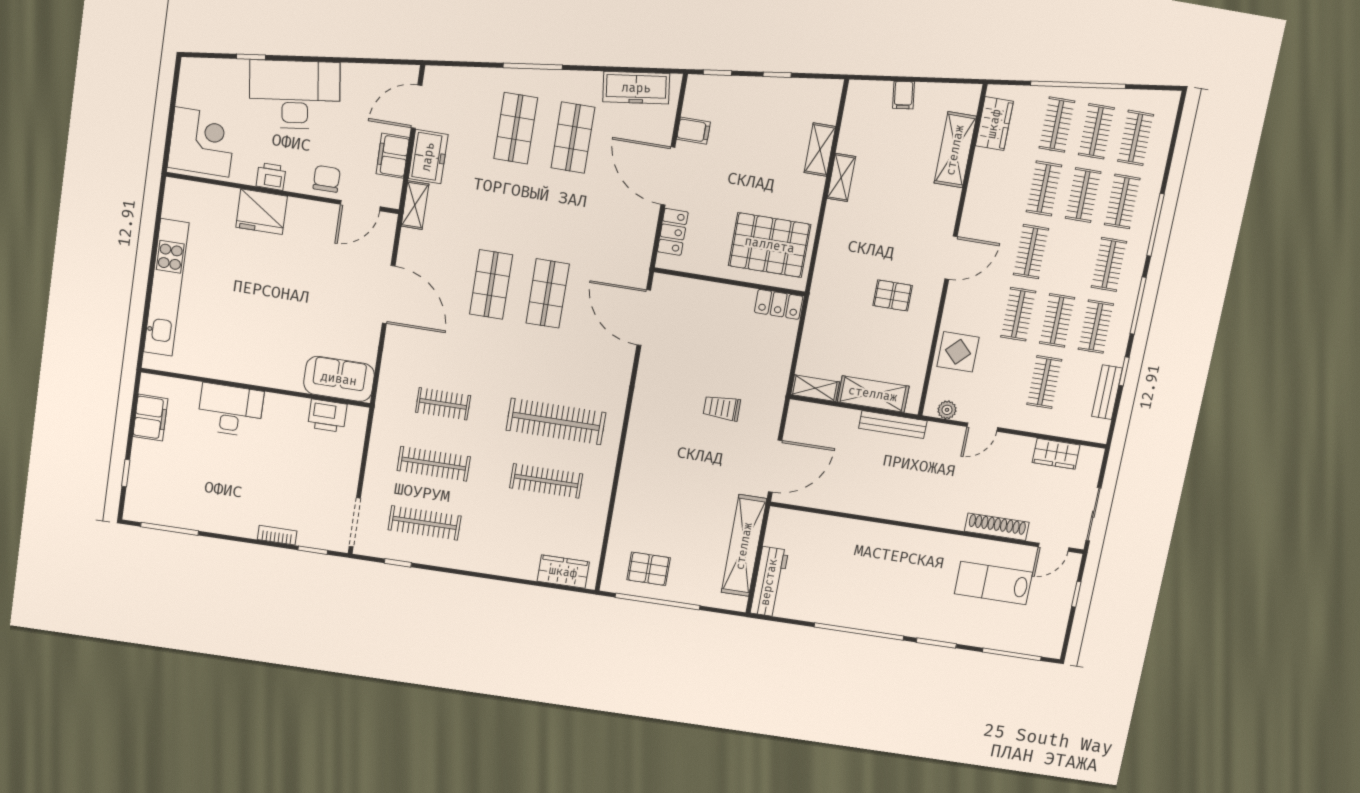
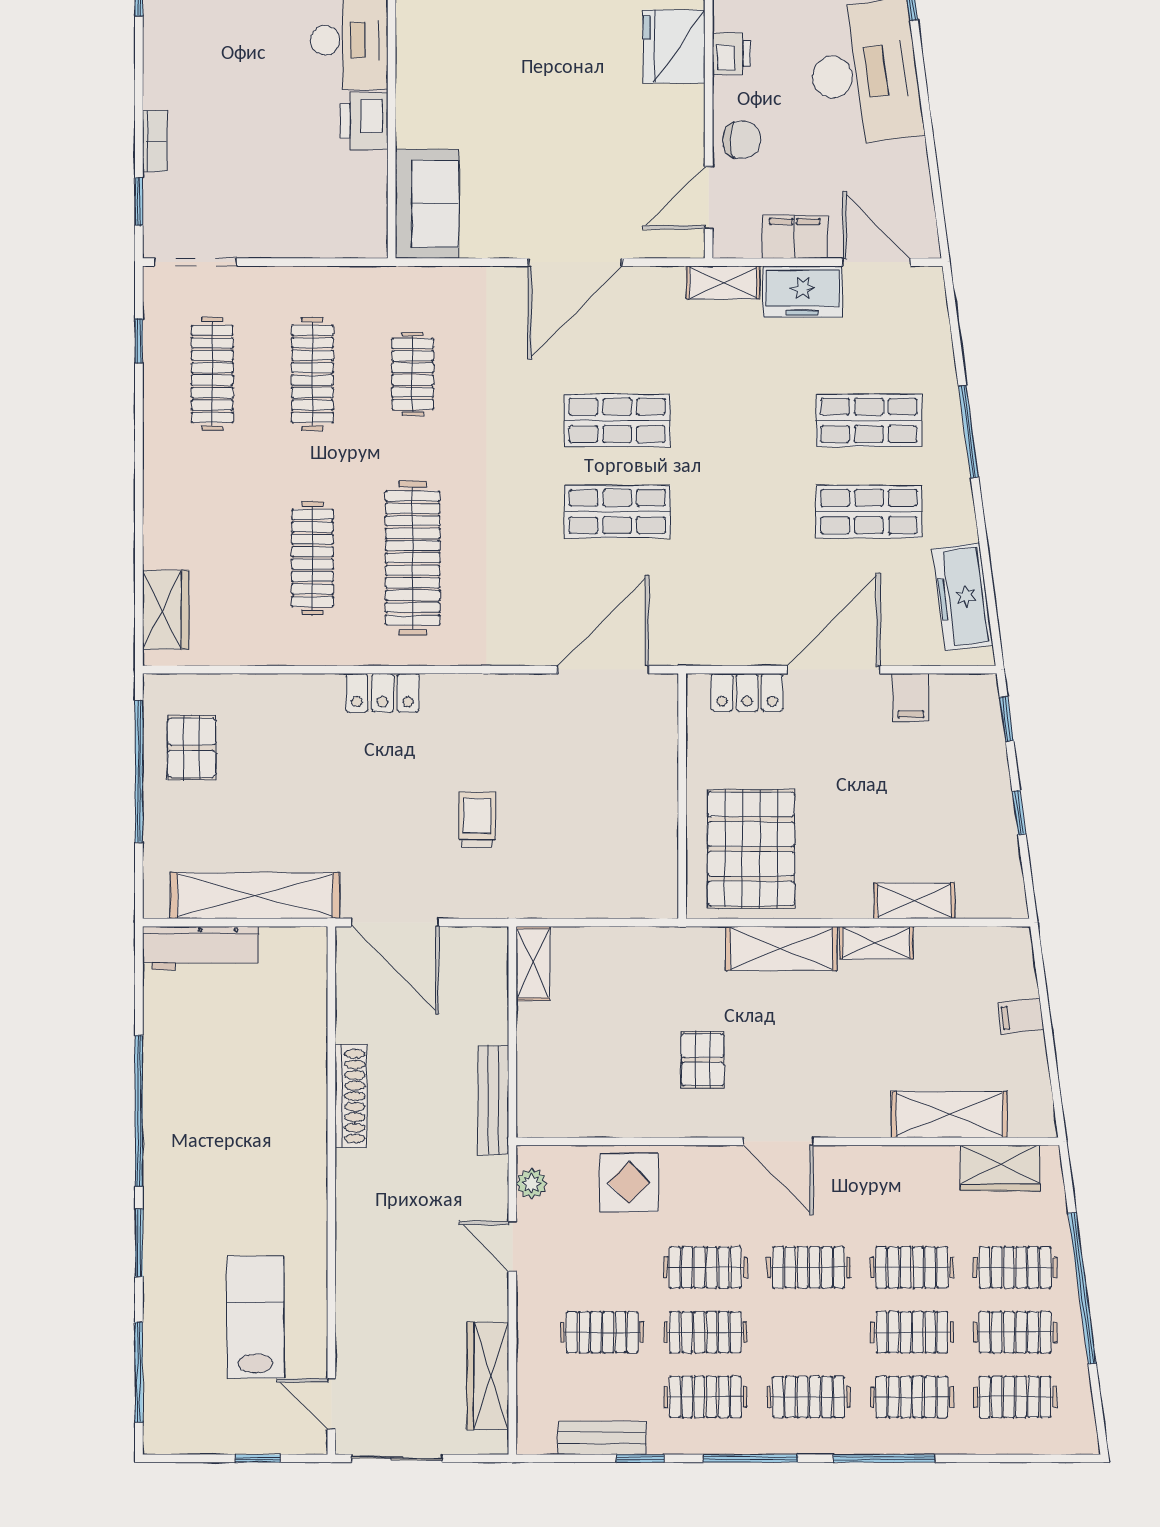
door: (360, 206) -> (709, 198), hinge flipped
locker: (779, 304) -> (382, 693), moved, turned -90
shelving: (873, 394) -> (781, 948), moved, turned 90
printer: (327, 416) -> (364, 121), moved
wardrobe: (1056, 454) -> (488, 1376), width x1.50
shoe rack: (997, 527) -> (351, 1096), moved

